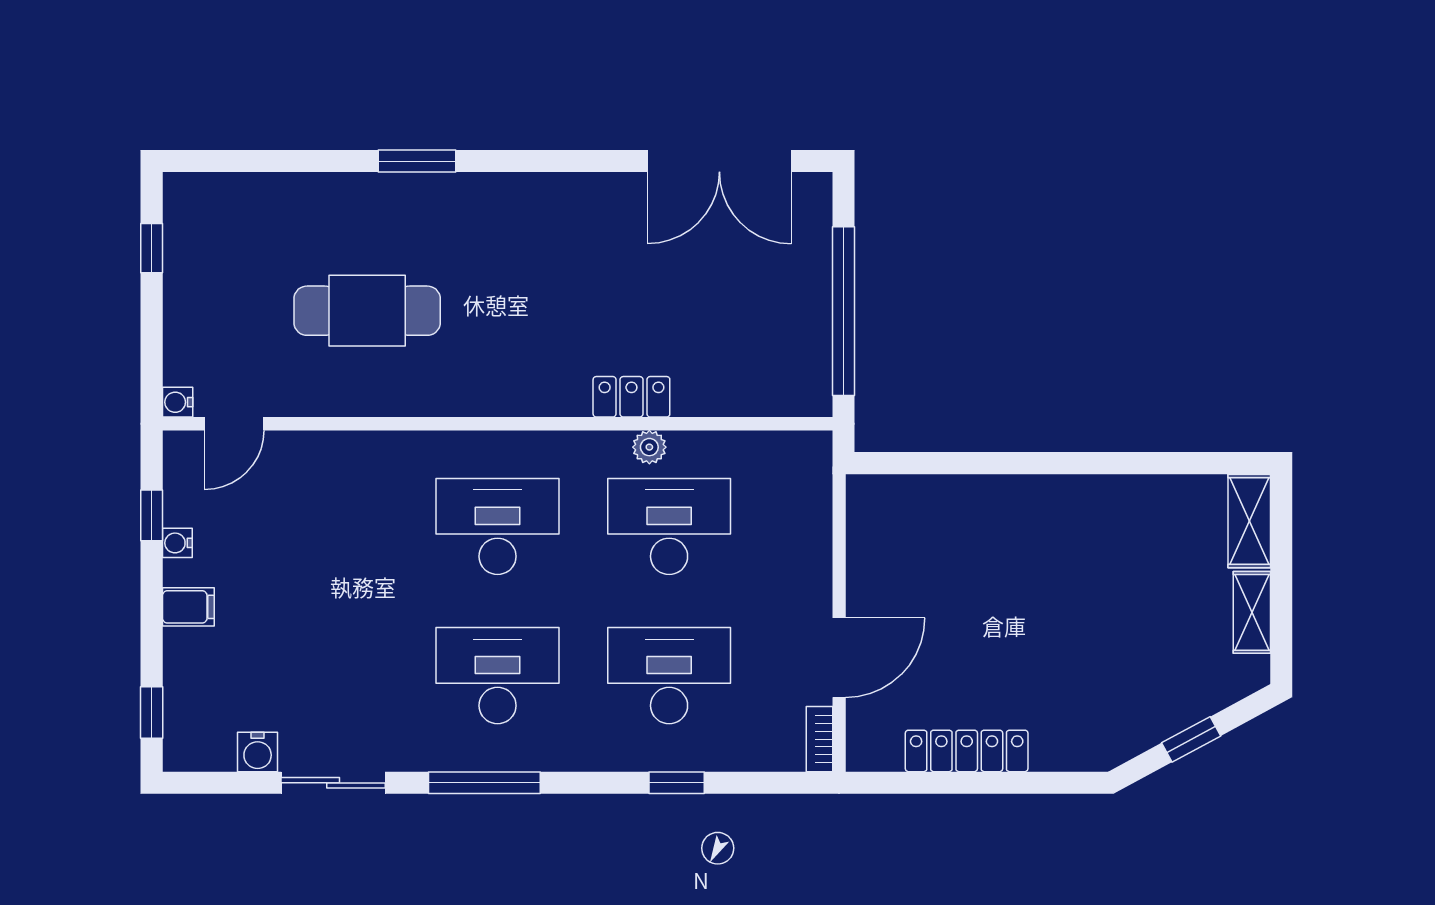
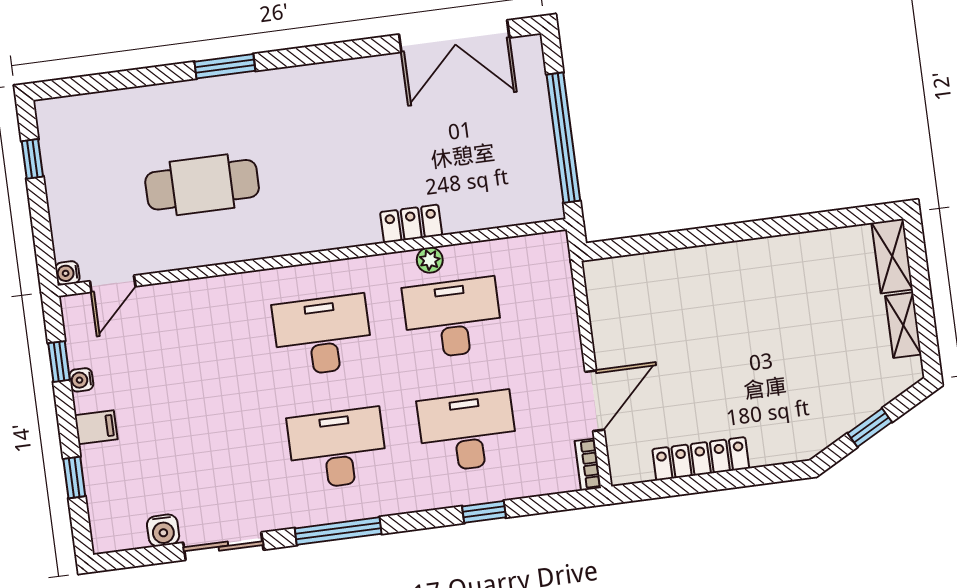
window: (152, 712) -> (74, 477), moved

